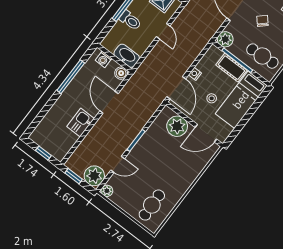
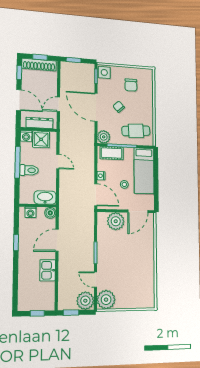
cot: (231, 68) -> (112, 153), moved
window: (71, 77) -> (16, 243), width x0.46
door: (109, 102) -> (57, 240), hinge flipped
door: (118, 164) -> (95, 280), swing flipped
plant: (107, 191) -> (106, 300), width x1.88, depth x1.88
cafe table: (152, 205) -> (139, 289), removed

